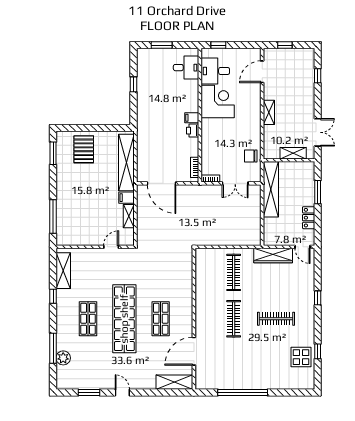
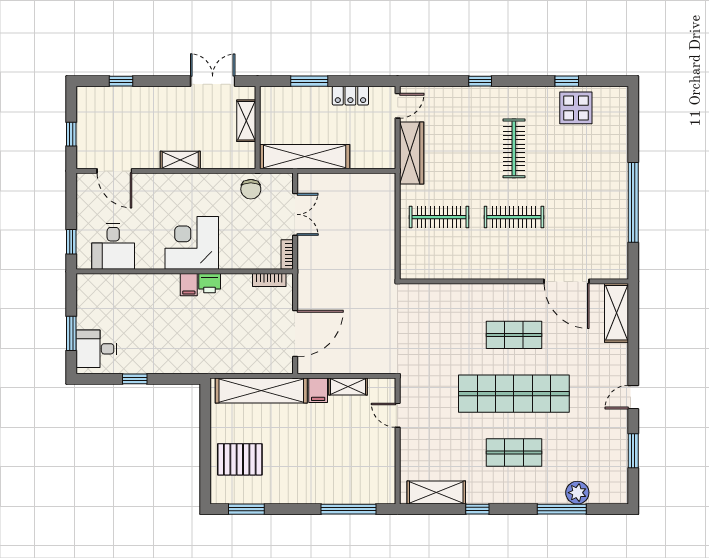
desk: (186, 68) -> (97, 349), moved, turned -90
corner desk: (218, 102) -> (192, 243), moved

